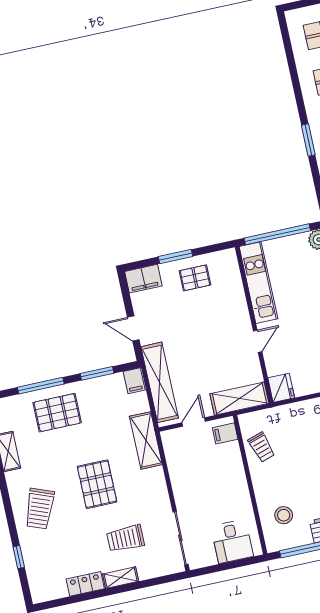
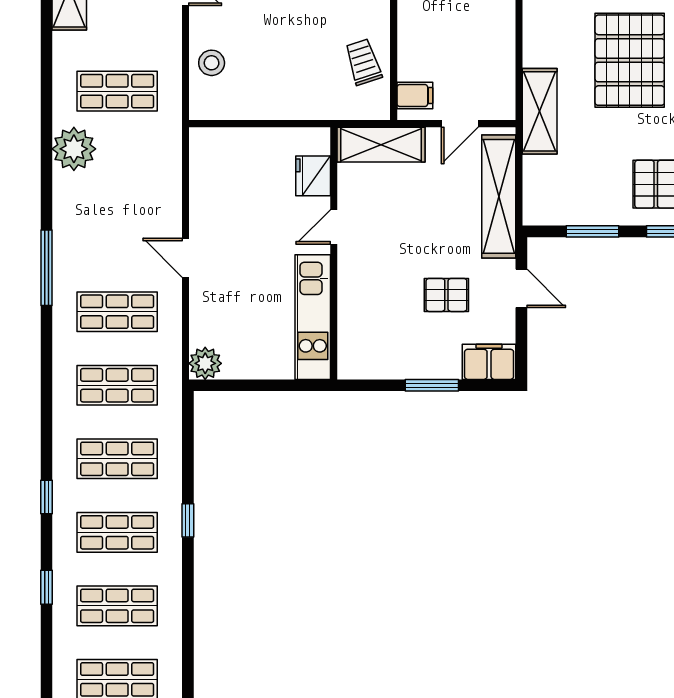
window: (308, 140) -> (188, 520), width x0.67
window: (277, 234) -> (267, 385), removed
pallet: (195, 278) -> (446, 295), moved
filing cabinet: (134, 381) -> (538, 207), removed
fridge: (281, 388) -> (313, 176), moved
pallet: (97, 484) -> (630, 60), width x1.37, depth x1.41

